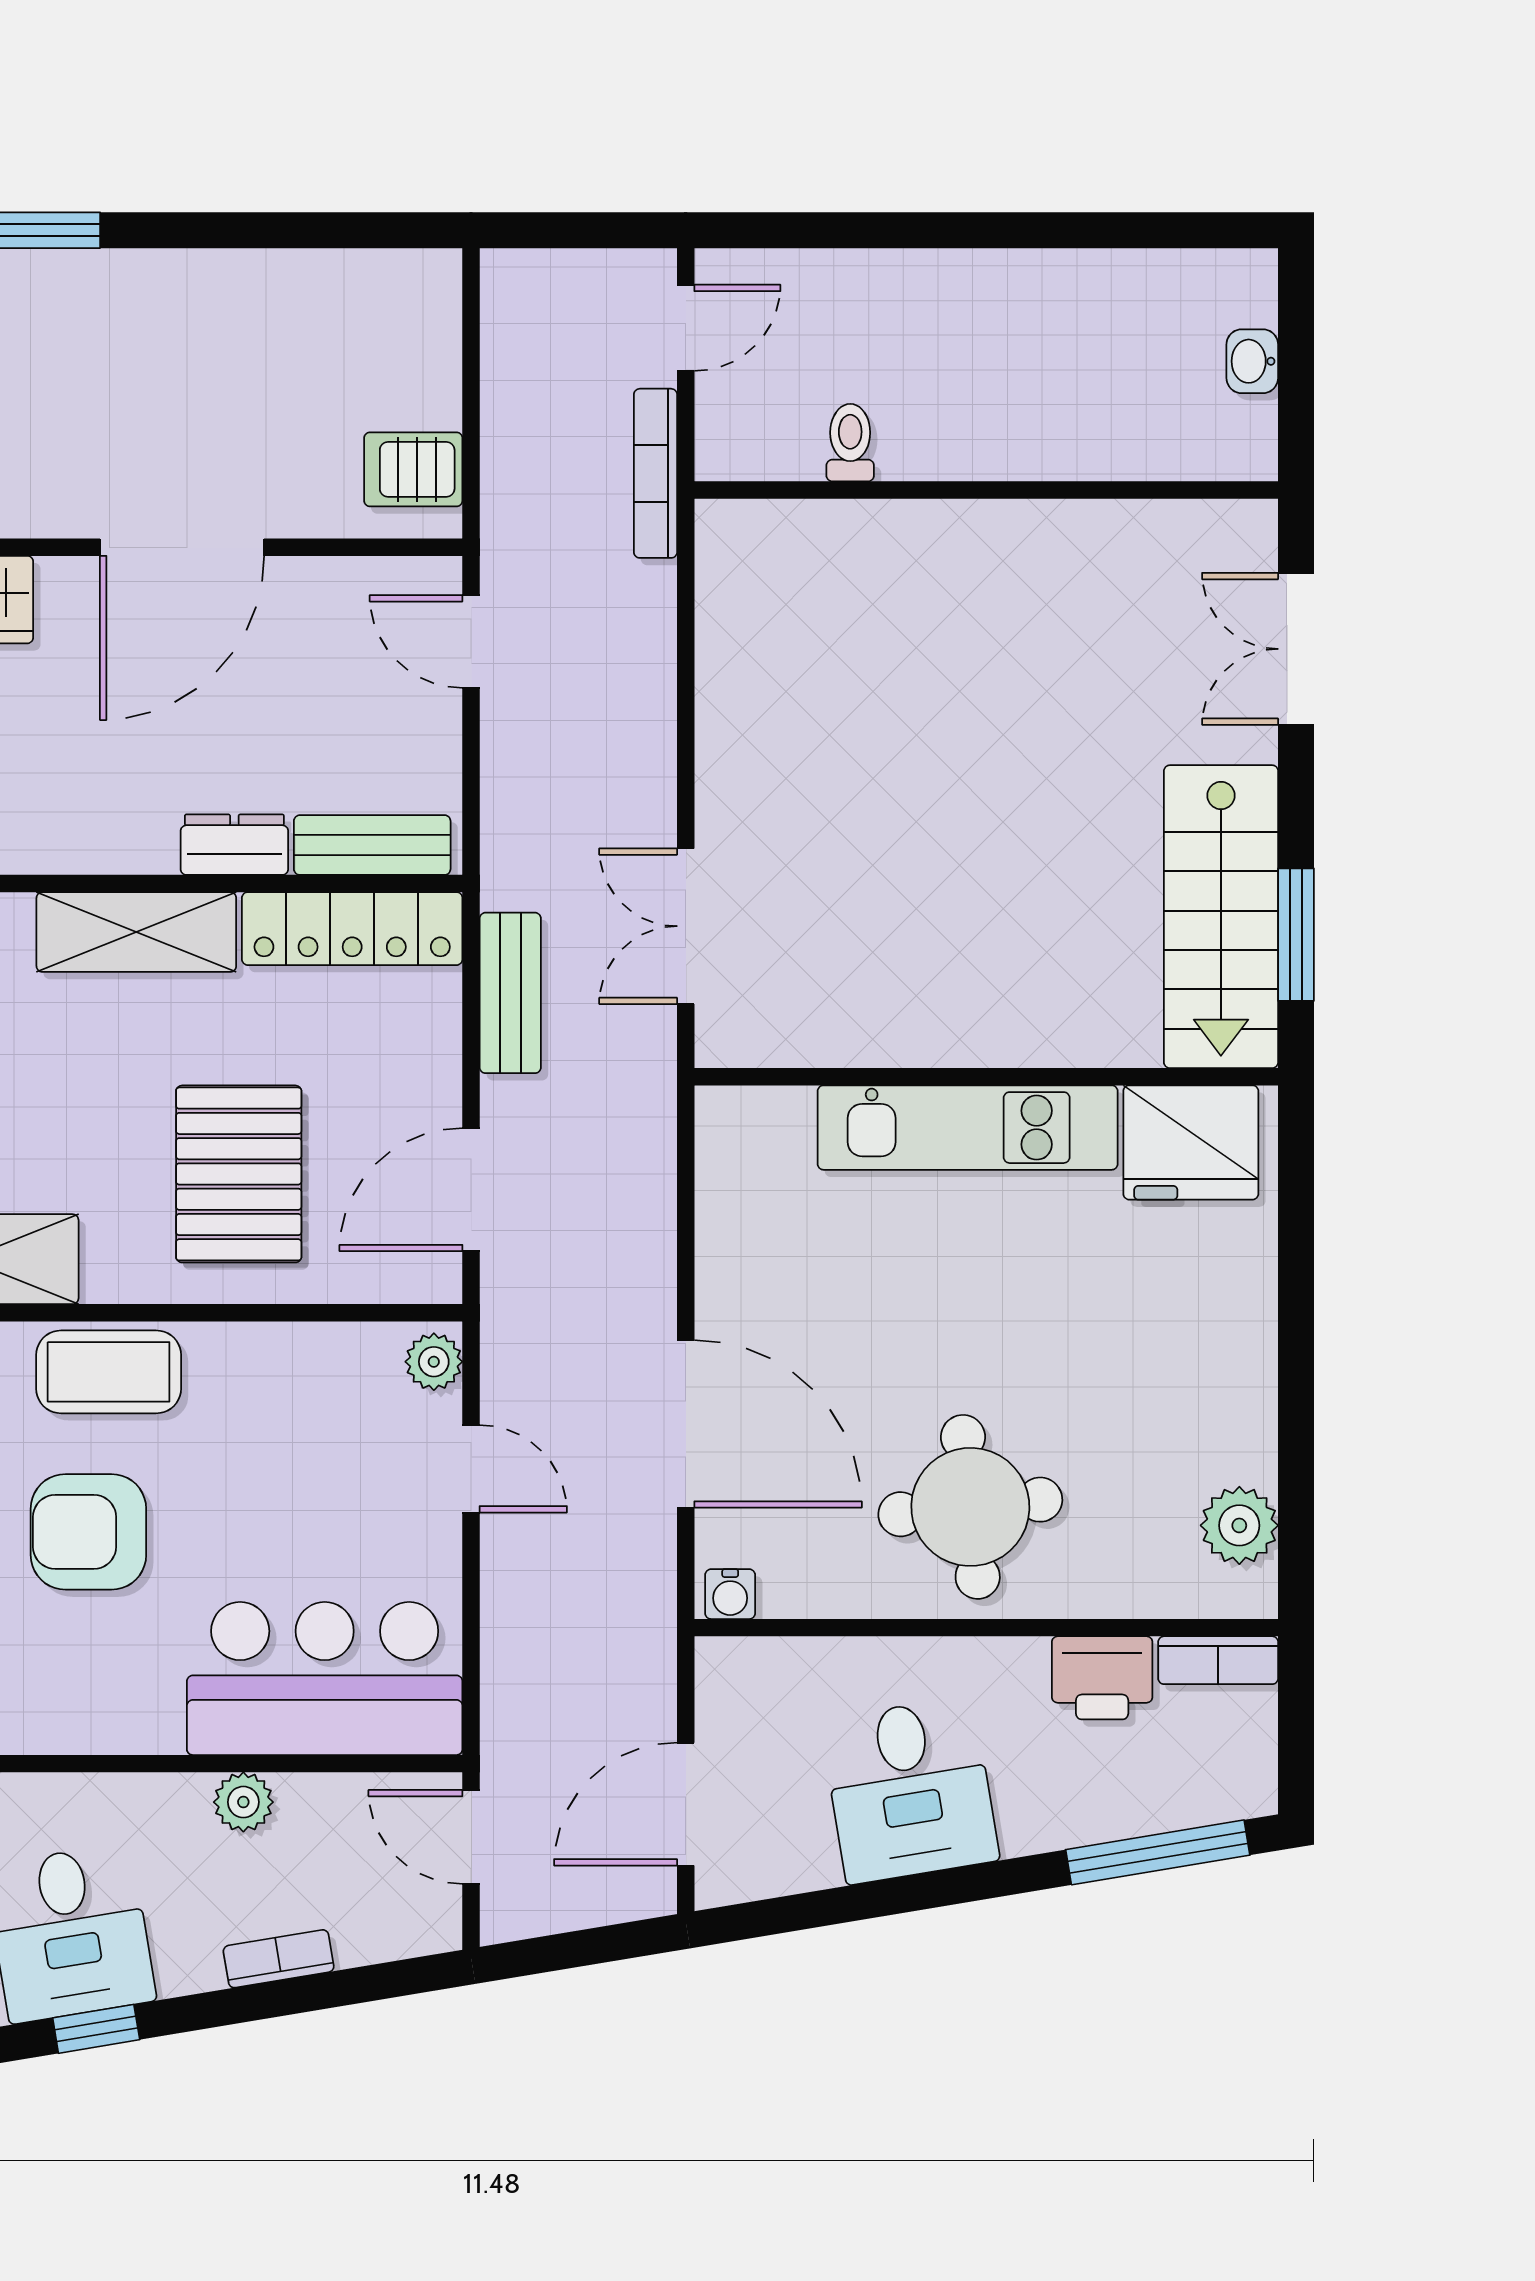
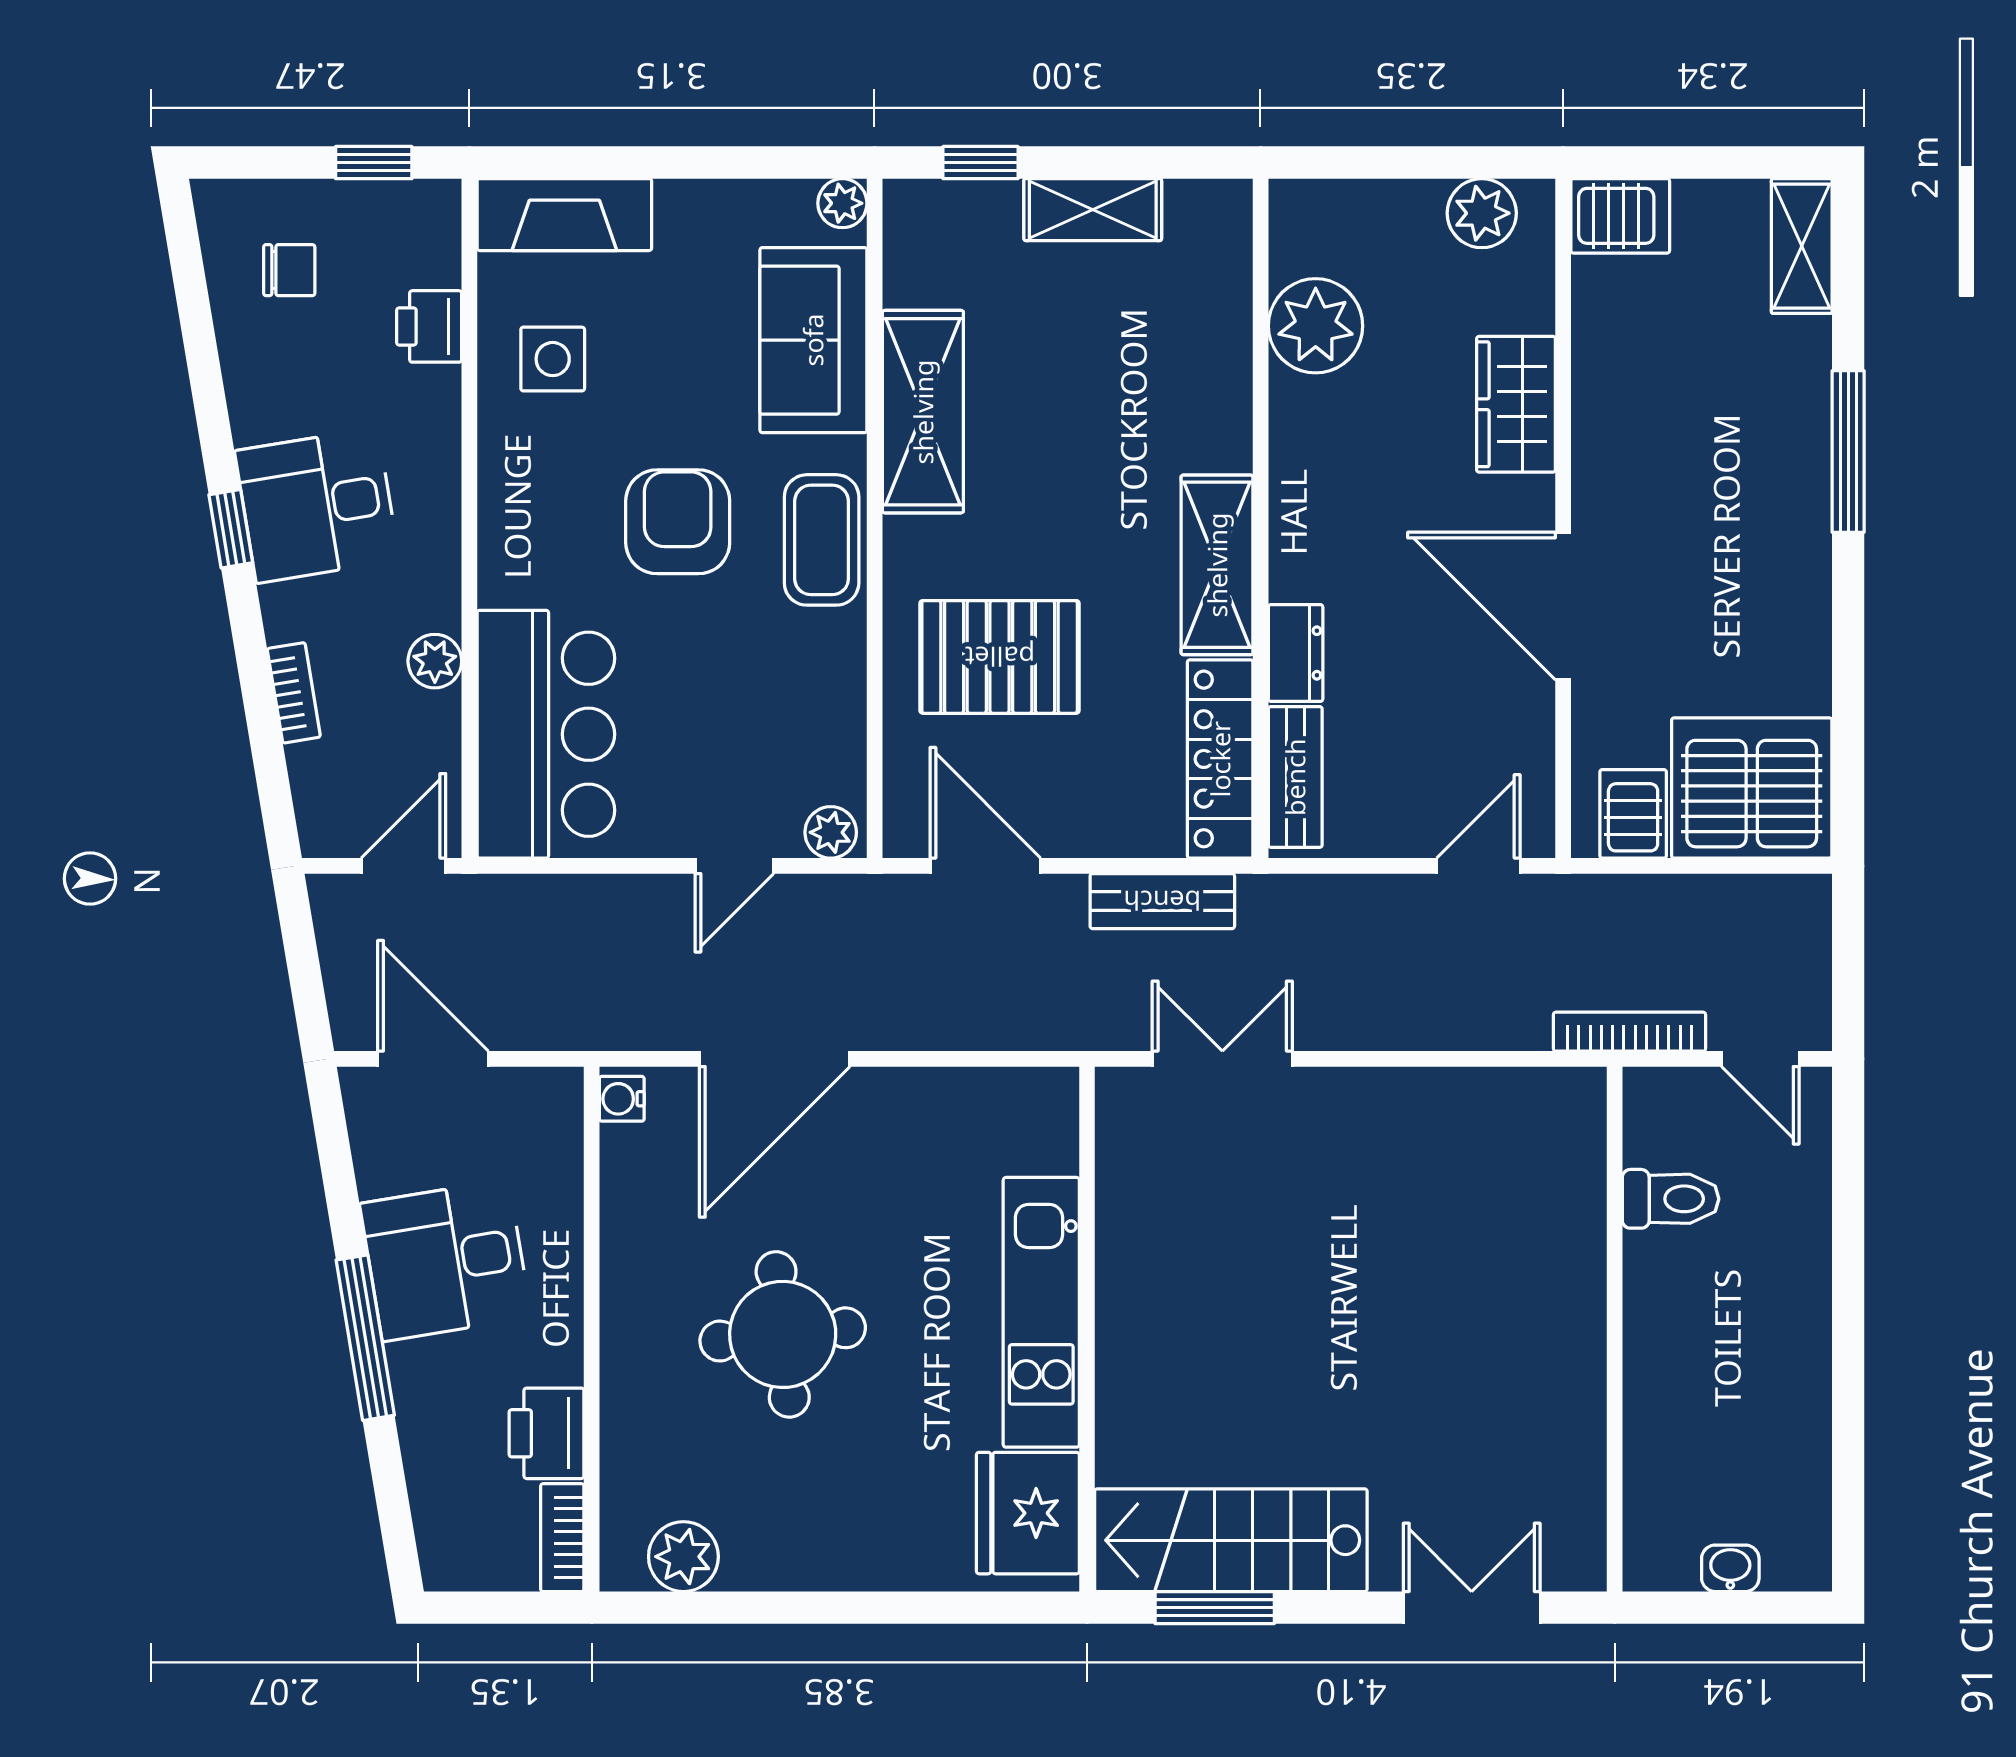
server rack: (384, 337) -> (1752, 788), added
toilet: (850, 443) -> (1671, 1199), width x1.37, depth x1.39
round table: (970, 1507) -> (783, 1334), moved
window: (1158, 1852) -> (365, 1338), moved

